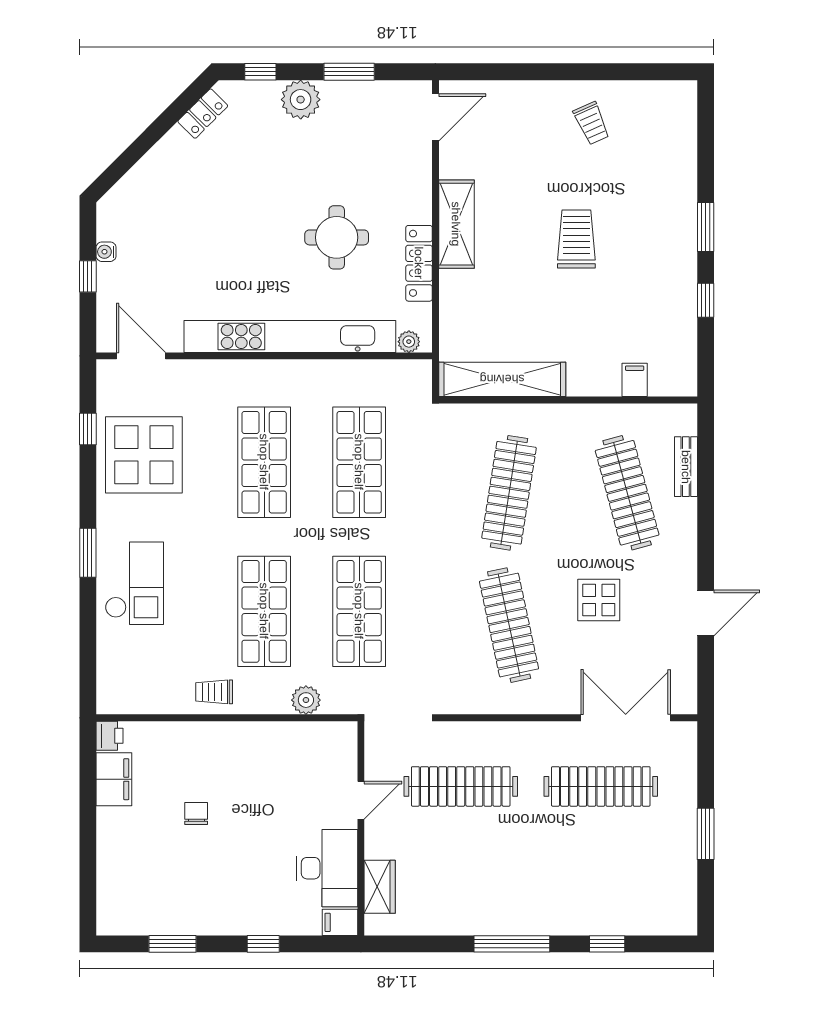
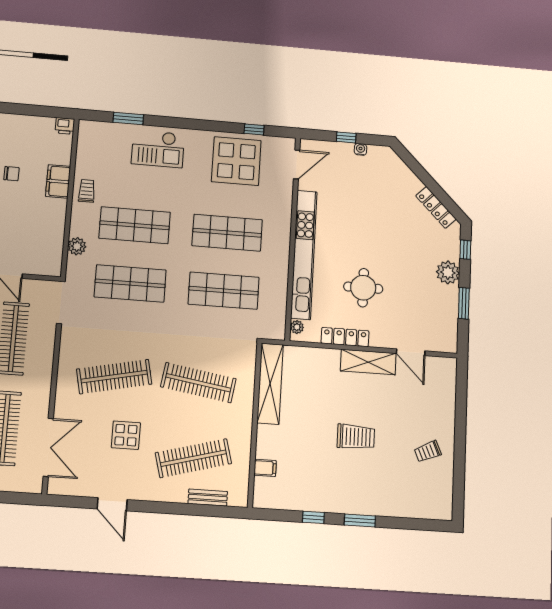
locker: (203, 114) -> (436, 207), width x1.53
door: (435, 117) -> (411, 352), moved
window: (88, 553) -> (128, 119), moved
filing cabinet: (114, 779) -> (58, 181), moved, turned 90

